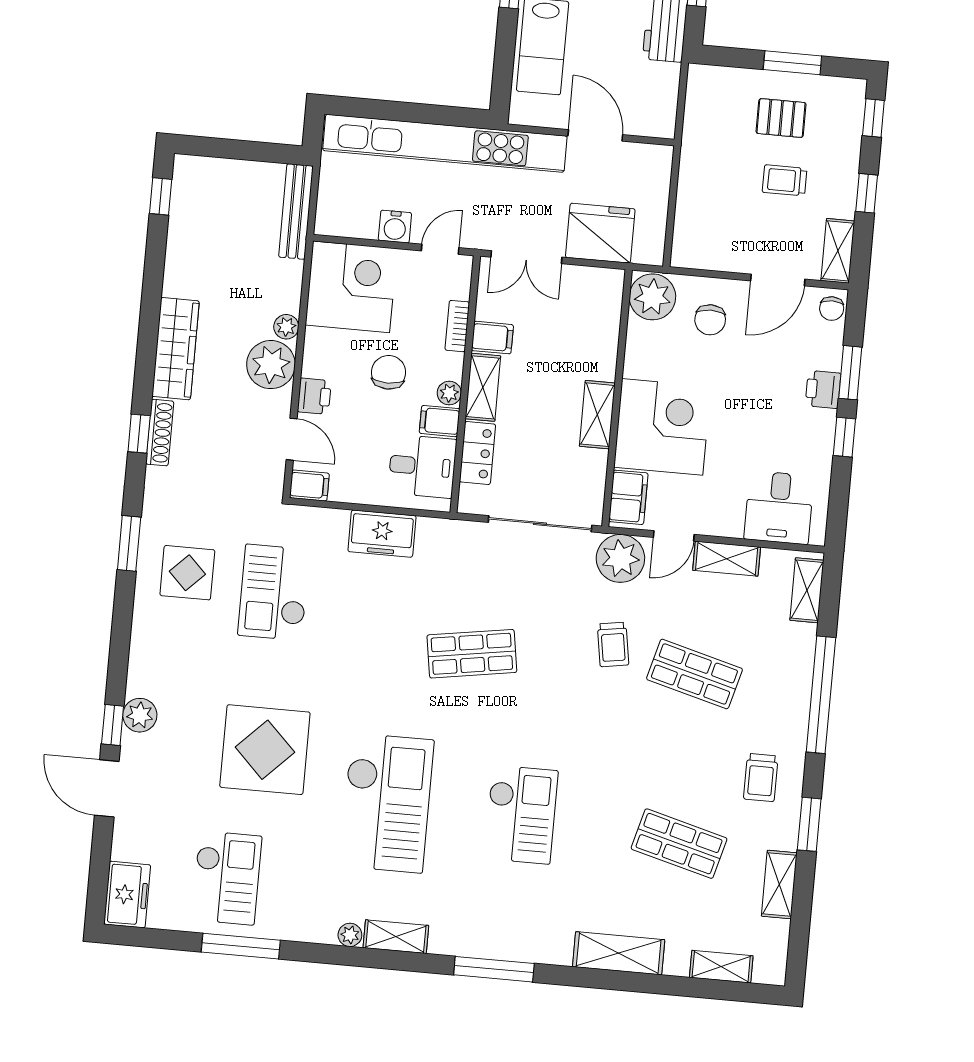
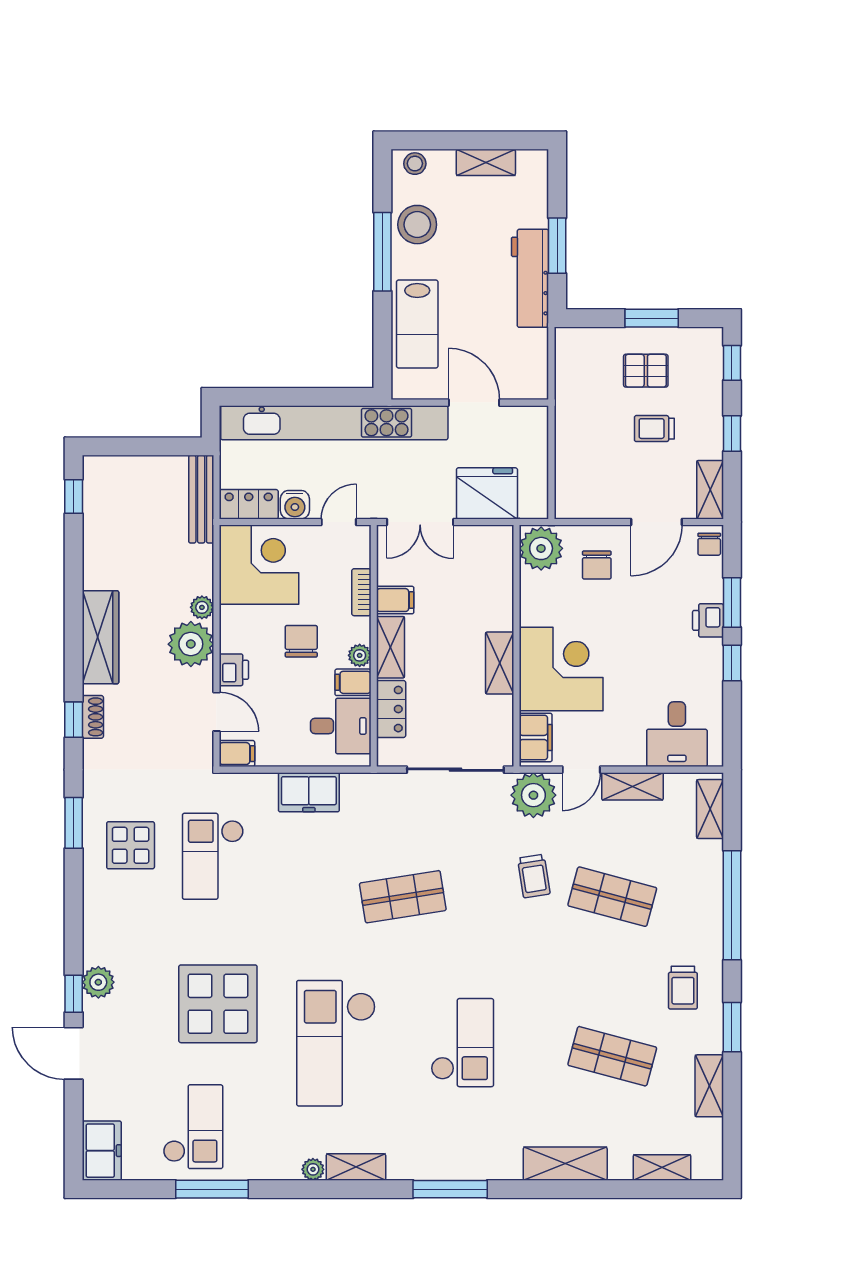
locker: (346, 222) -> (249, 504), added
shoe rack: (160, 433) -> (93, 717), width x0.70
checkout: (387, 803) -> (336, 1043), turned 180

